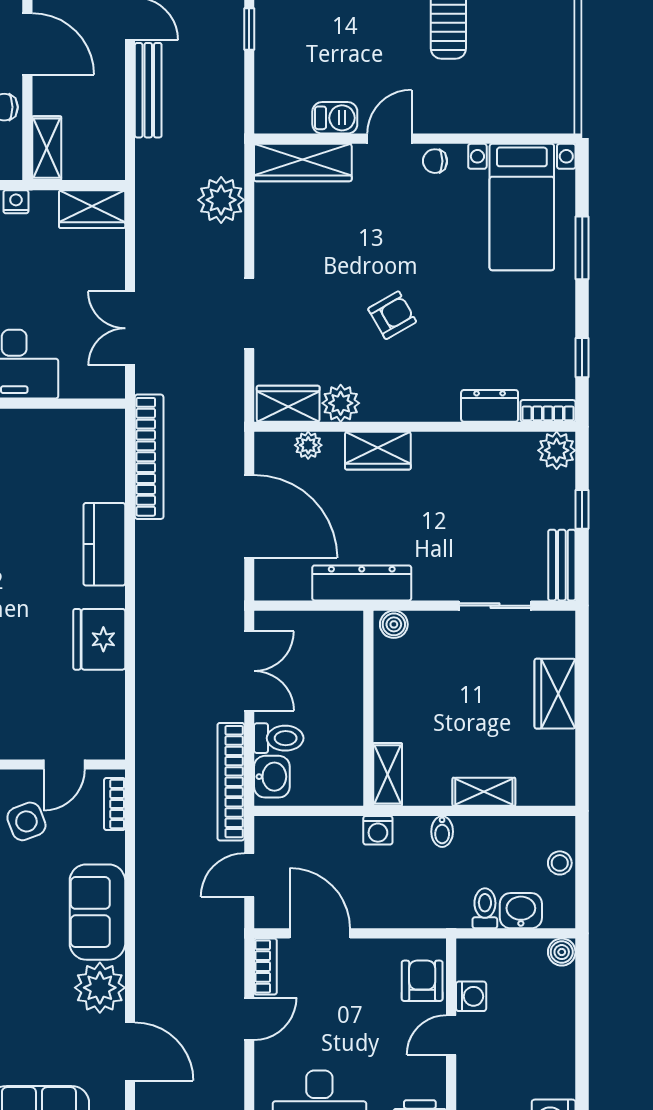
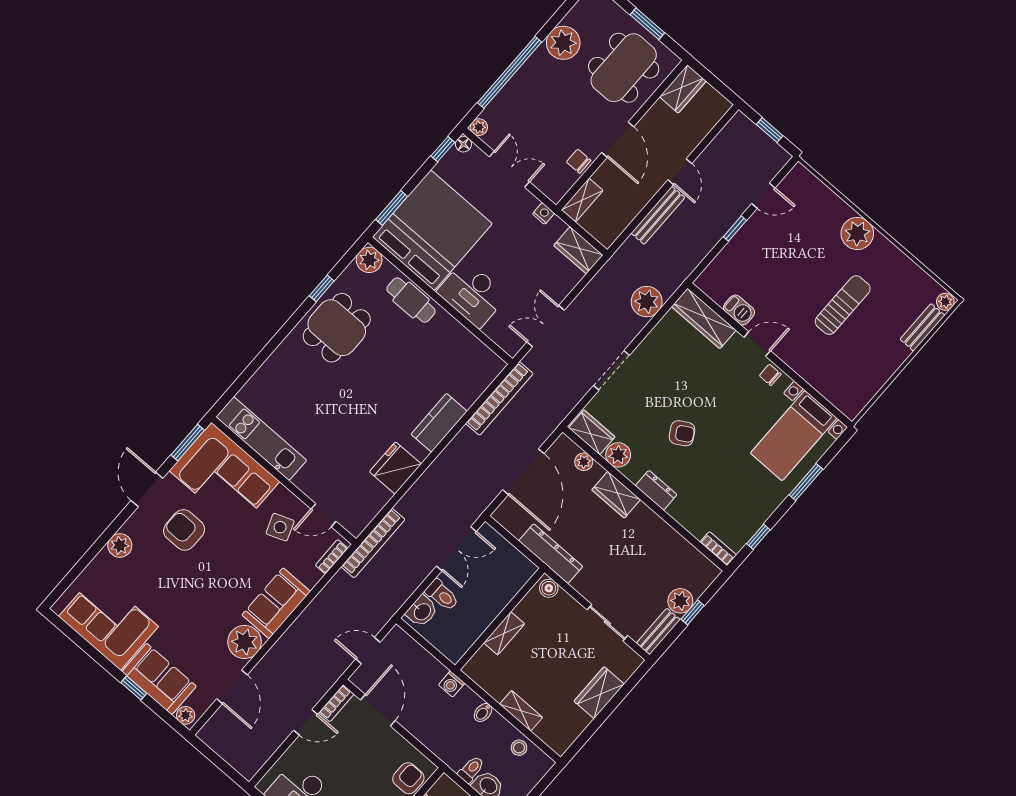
dresser: (490, 406) -> (656, 490), moved
plant: (557, 450) -> (680, 601), moved
shelving: (388, 774) -> (504, 633), moved
bookcase: (231, 782) -> (373, 543), moved, turned 180
stool: (560, 863) -> (519, 748), moved

